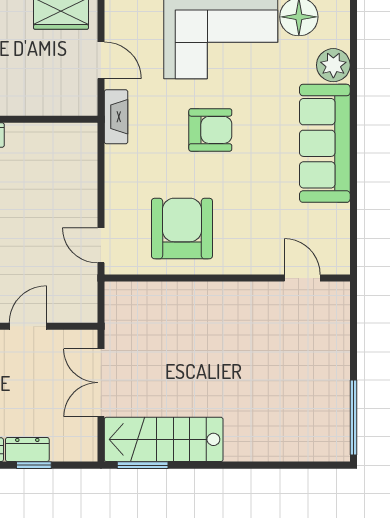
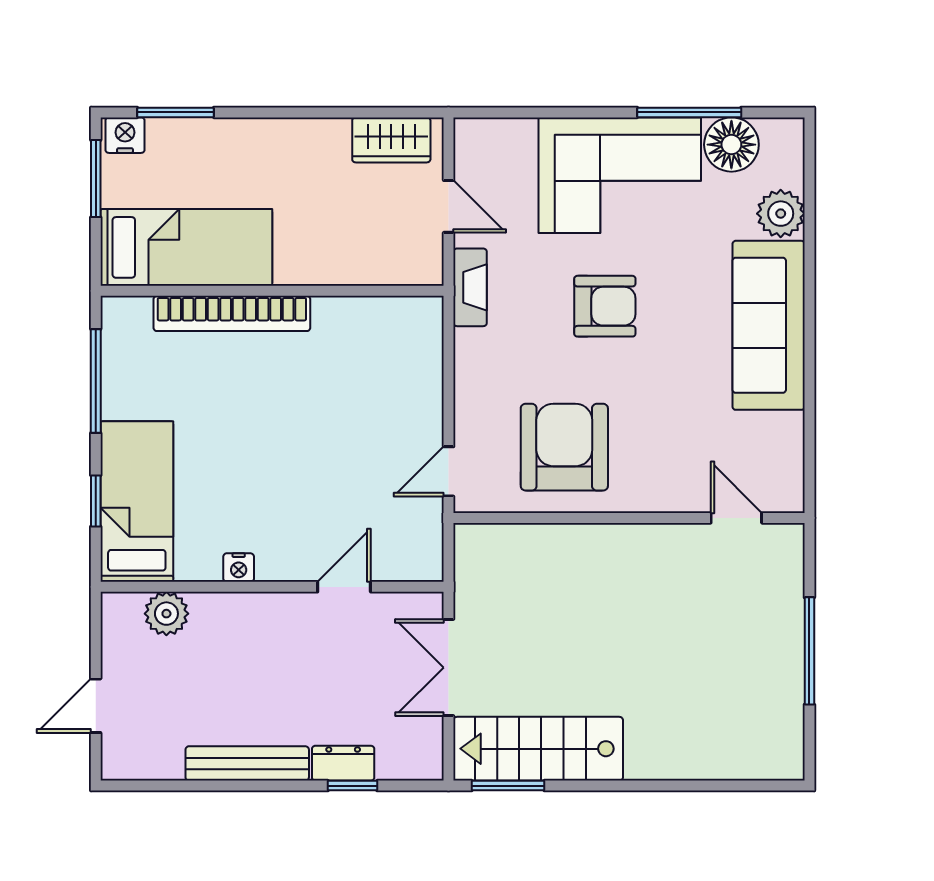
door: (101, 245) -> (449, 471), hinge flipped
window: (353, 418) -> (809, 651), moved

